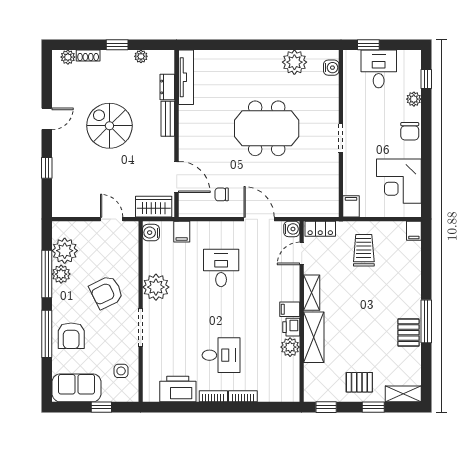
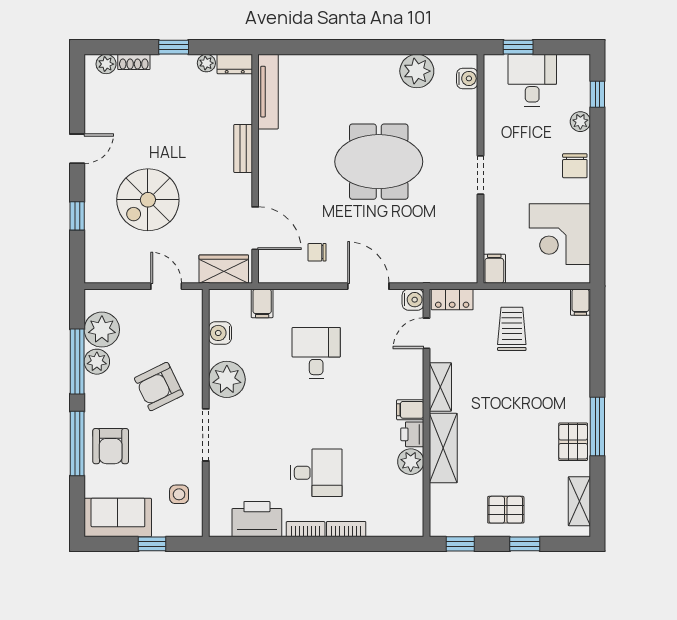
dresser: (167, 87) -> (235, 64), moved, turned -90
spiral stairs: (109, 126) -> (148, 200), moved, turned -90
water cooler: (151, 233) -> (220, 333), moved
shelving: (403, 394) -> (579, 501), moved, turned 90

